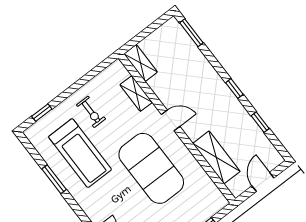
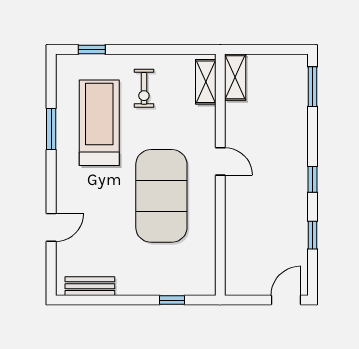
shelving: (136, 94) -> (206, 82), moved
treadmill: (80, 153) -> (99, 123), turned 180
shelving: (216, 157) -> (238, 237), removed
door: (263, 182) -> (286, 300), moved

